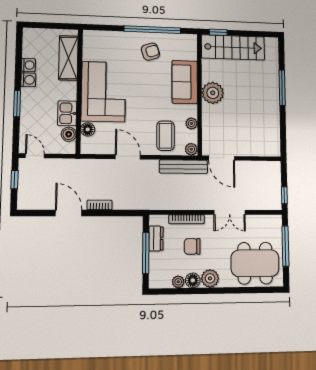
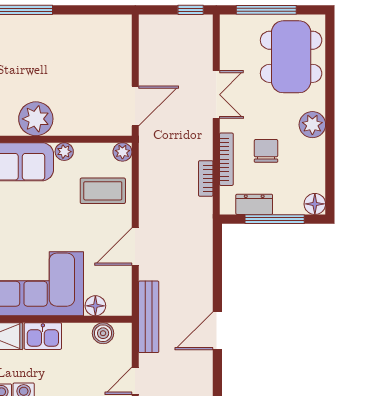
kitchen sink: (67, 113) -> (43, 336), moved
plant: (191, 123) -> (64, 152), moved
bench: (183, 167) -> (149, 317), moved
bookcase: (100, 205) -> (206, 178), moved
chair: (192, 246) -> (266, 151), turned 180
floor lamp: (193, 280) -> (315, 204), moved
plant: (178, 282) -> (317, 172), removed

